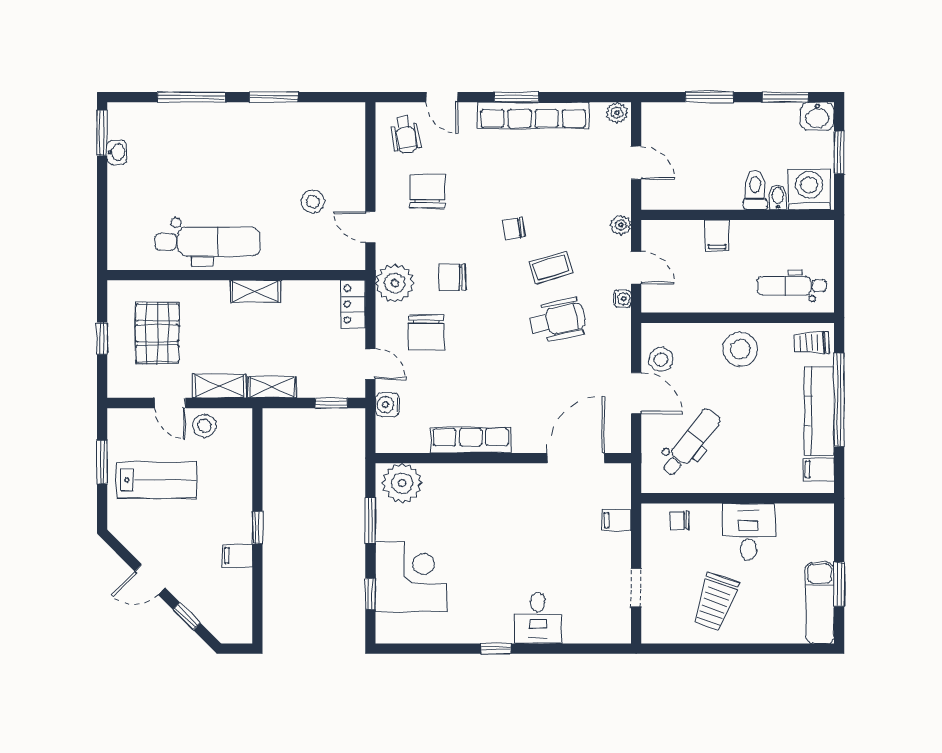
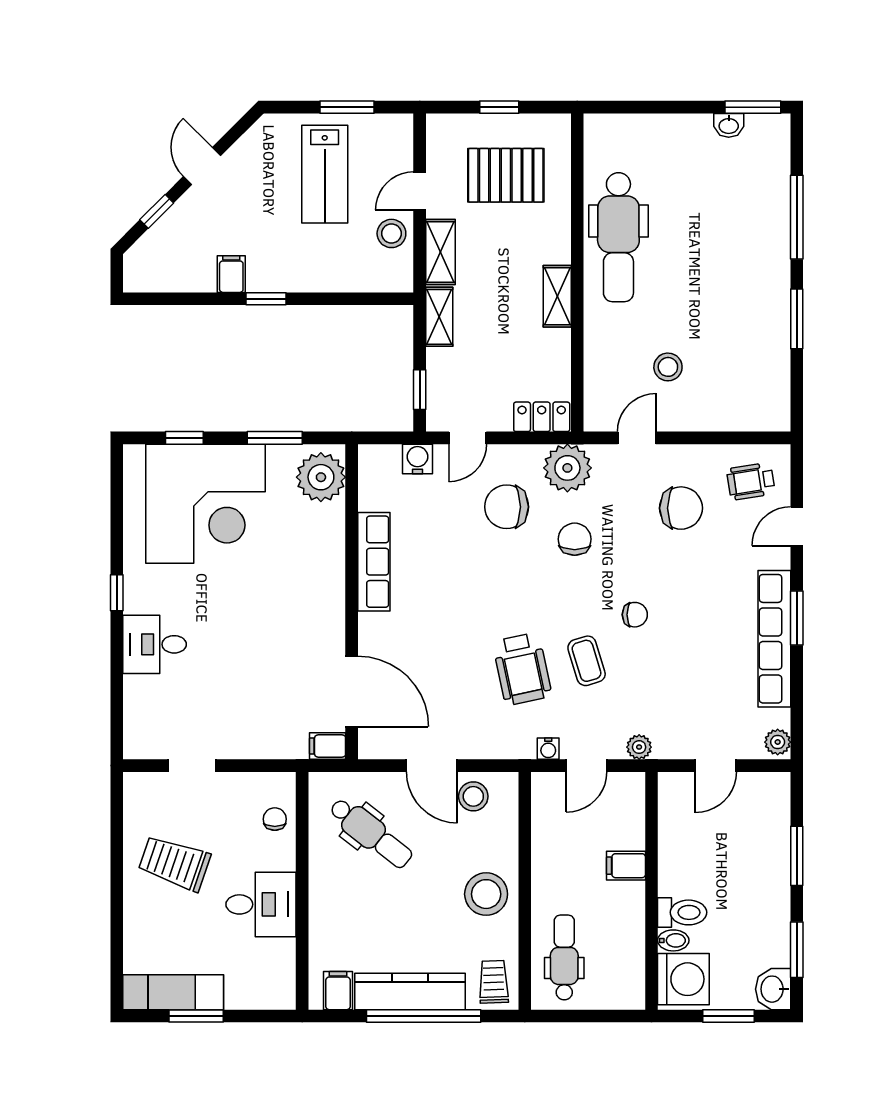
chair: (514, 228) -> (635, 615), turned 99
door: (636, 393) -> (432, 766), hinge flipped
filing cabinet: (617, 520) -> (328, 746), moved, turned -90
corner desk: (411, 577) -> (205, 504), width x1.36, depth x1.36

